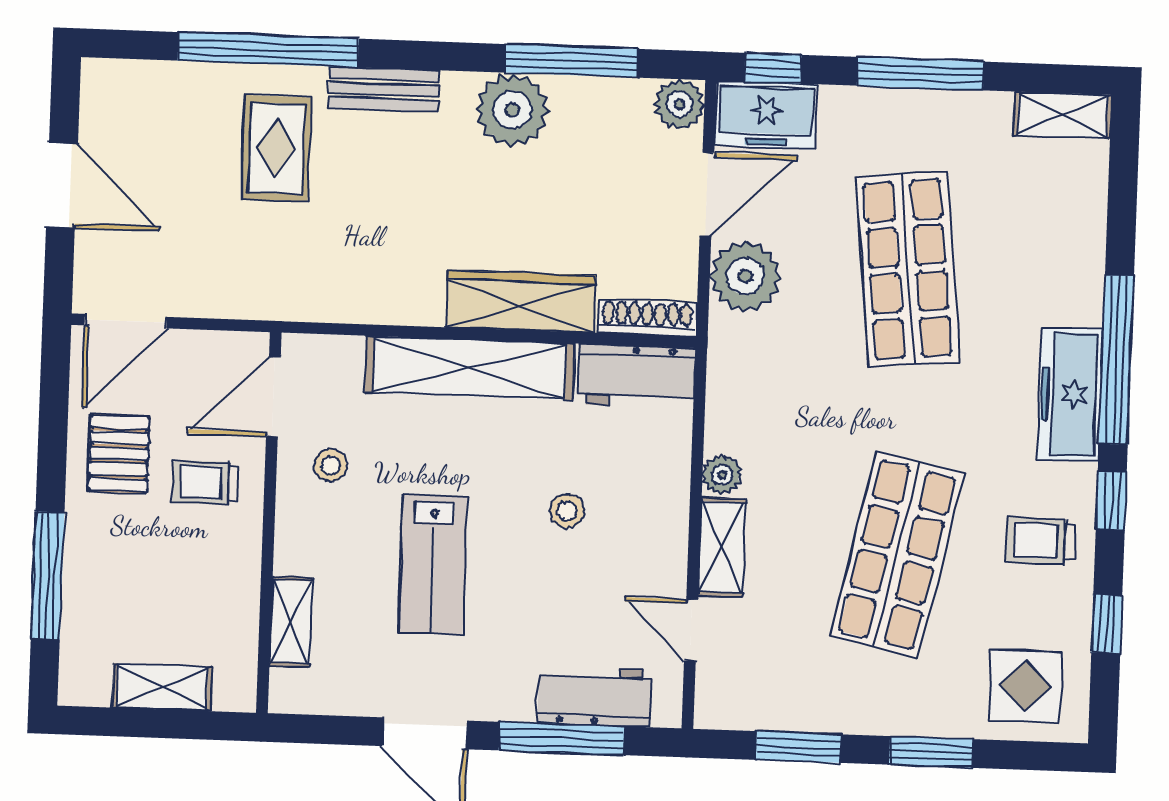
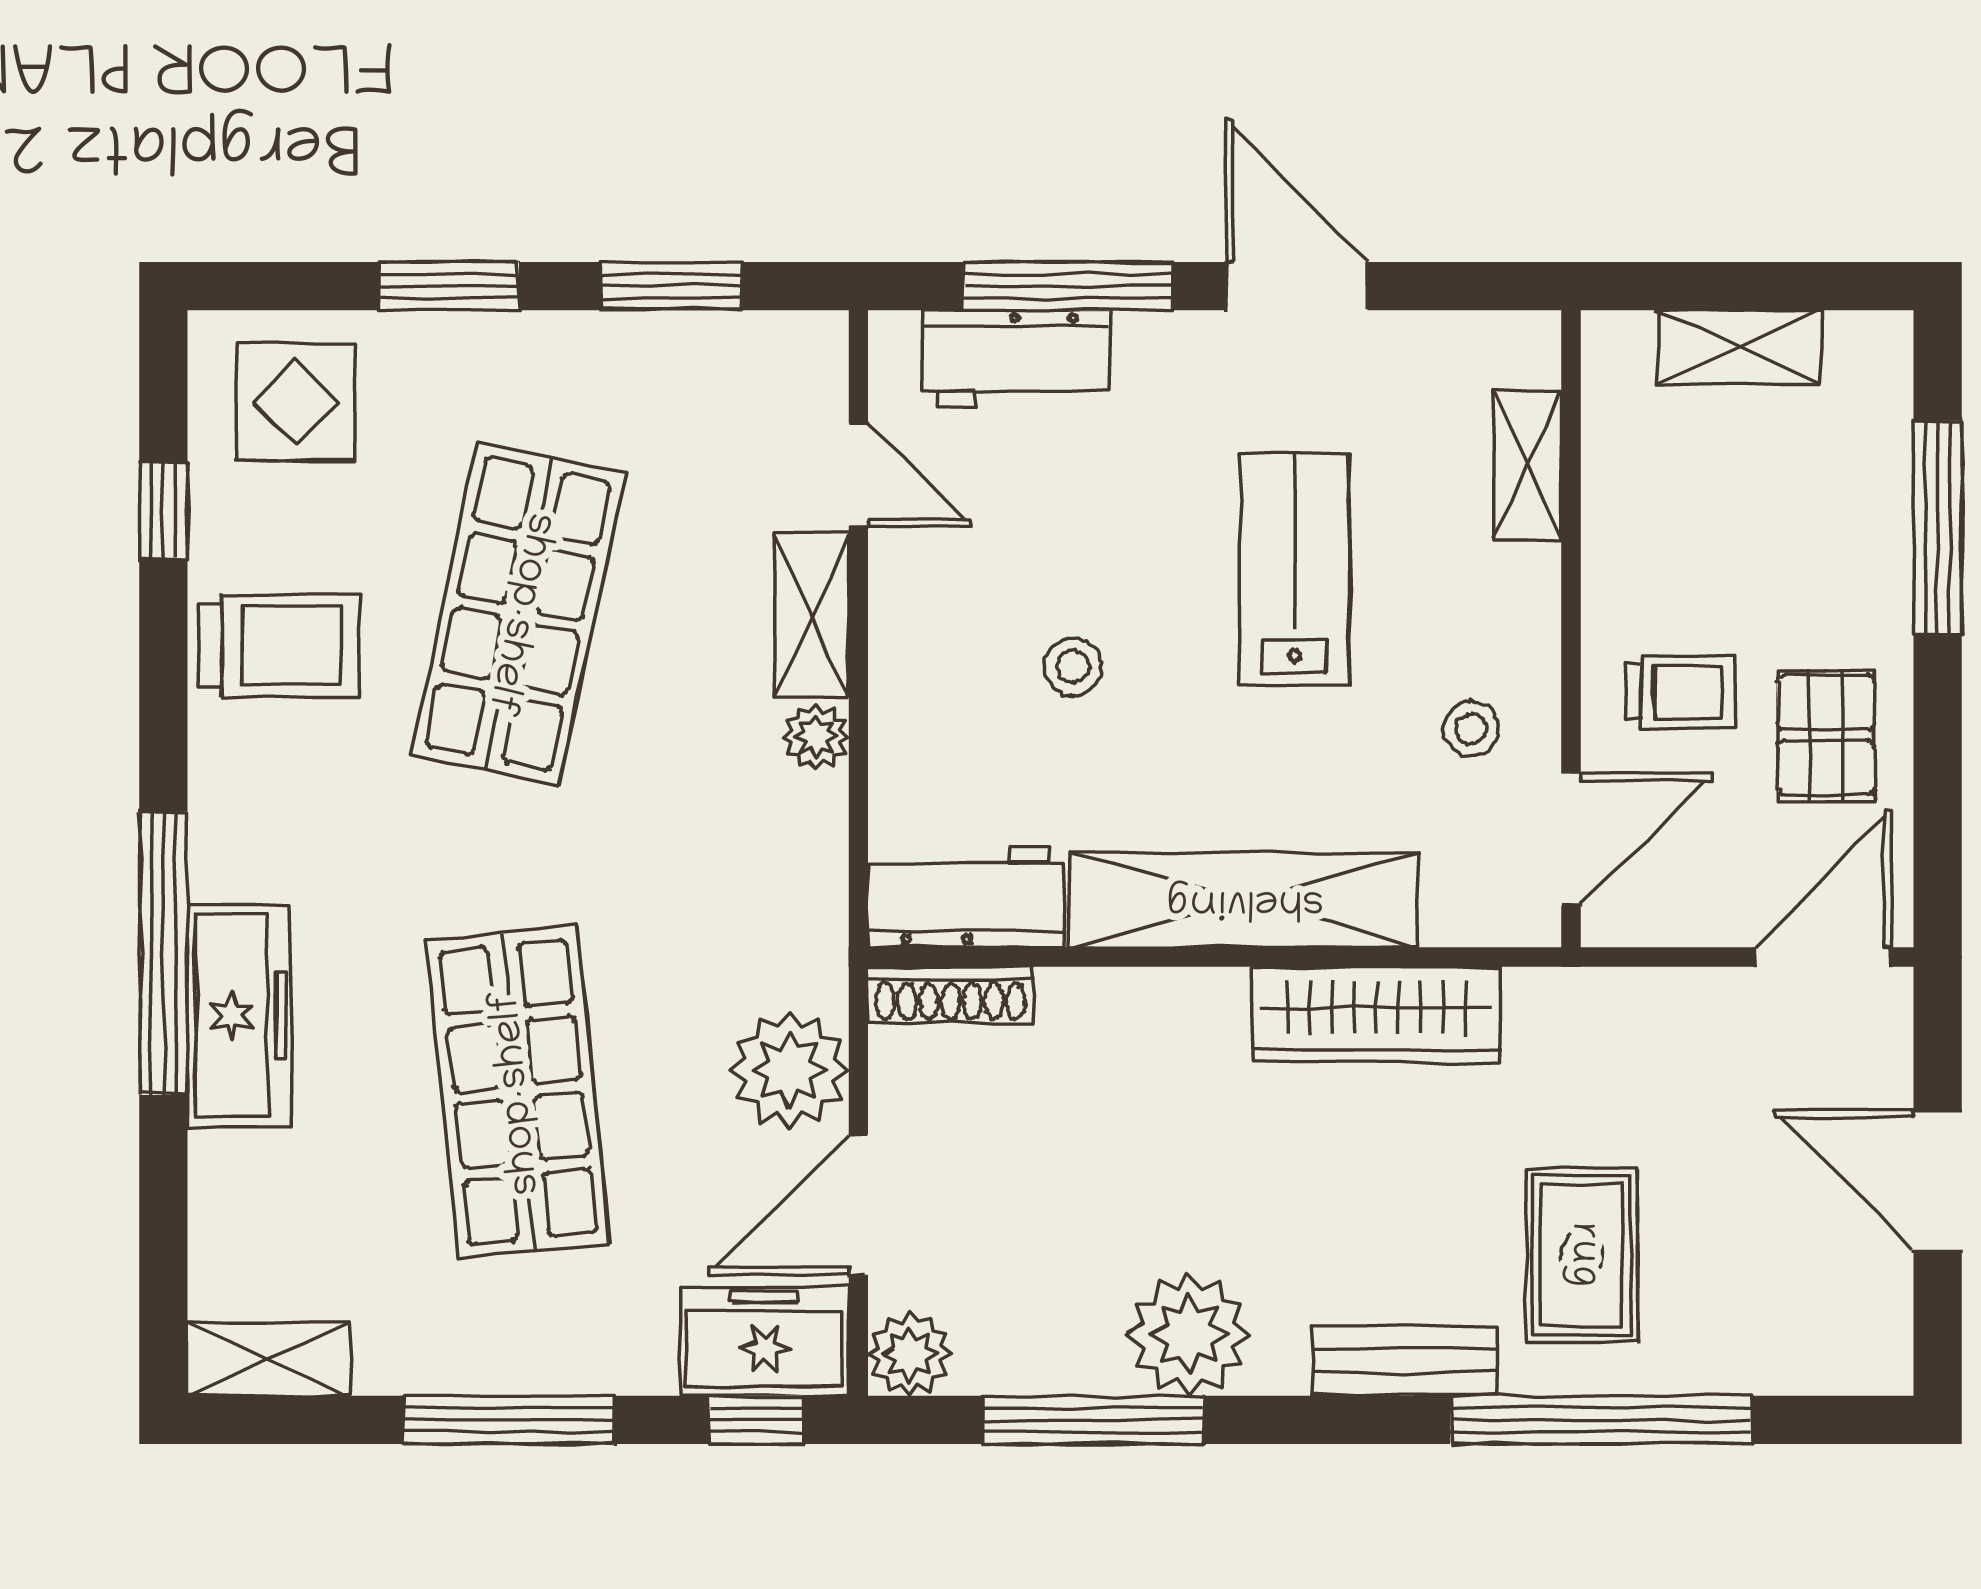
wardrobe: (521, 301) -> (1376, 1014), moved
freezer: (1070, 394) -> (239, 1015), moved
window: (1111, 501) -> (163, 717), removed
trolley: (1040, 541) -> (280, 646), width x1.36, depth x1.39

